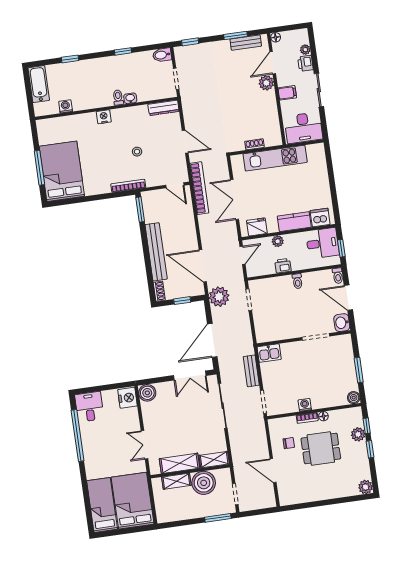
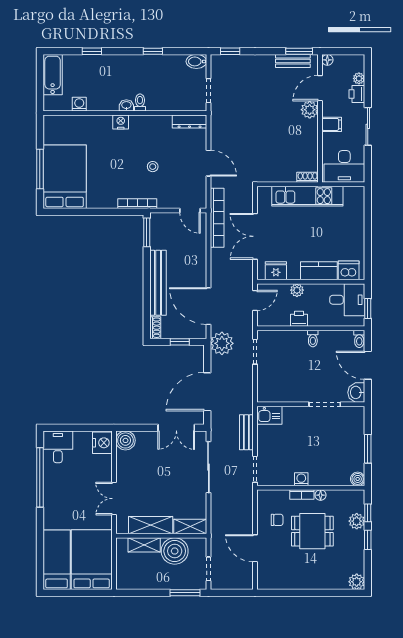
window: (235, 35) -> (299, 51), moved
washbasin: (130, 98) -> (126, 105), moved
shoe rack: (254, 144) -> (308, 177), moved

